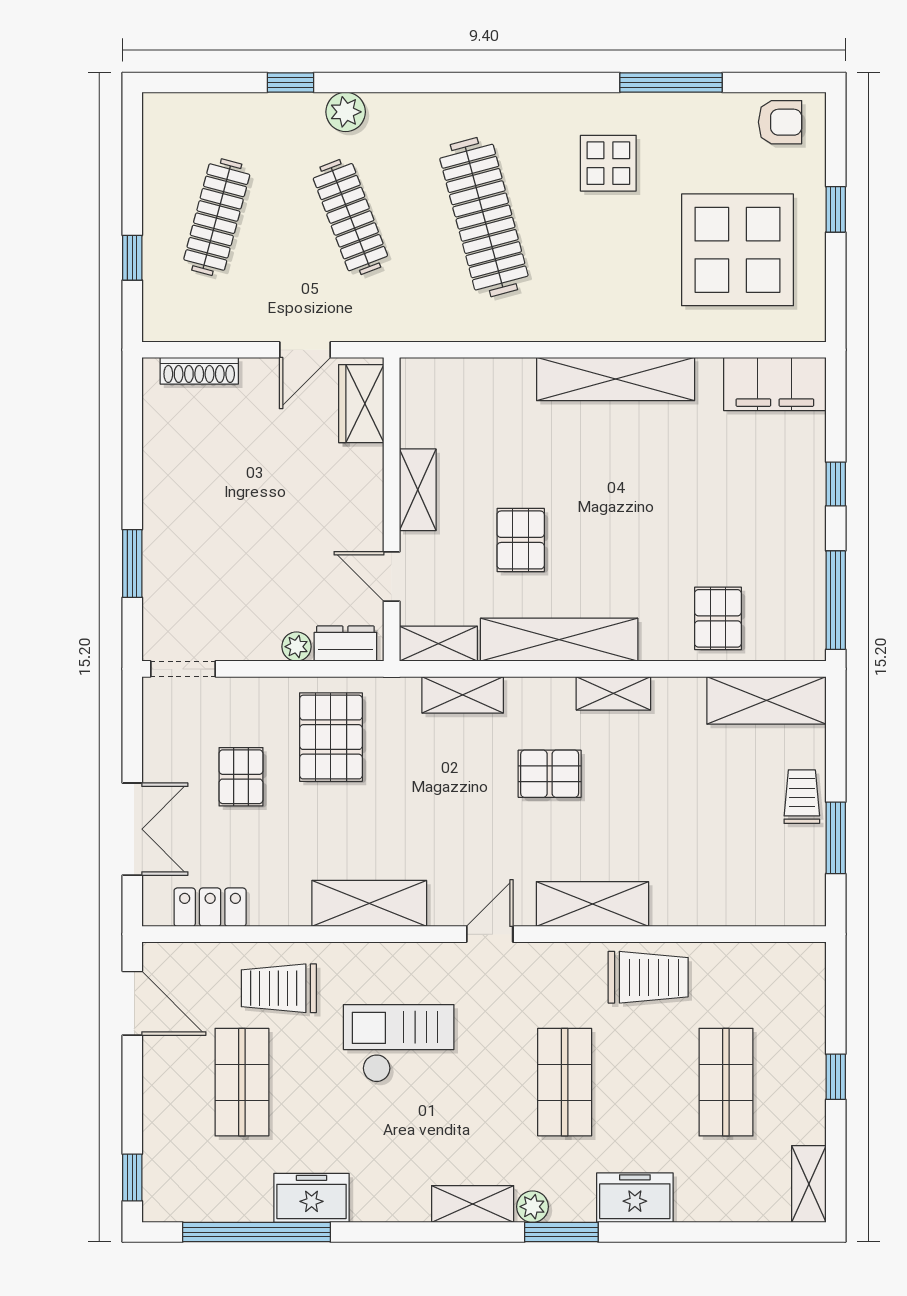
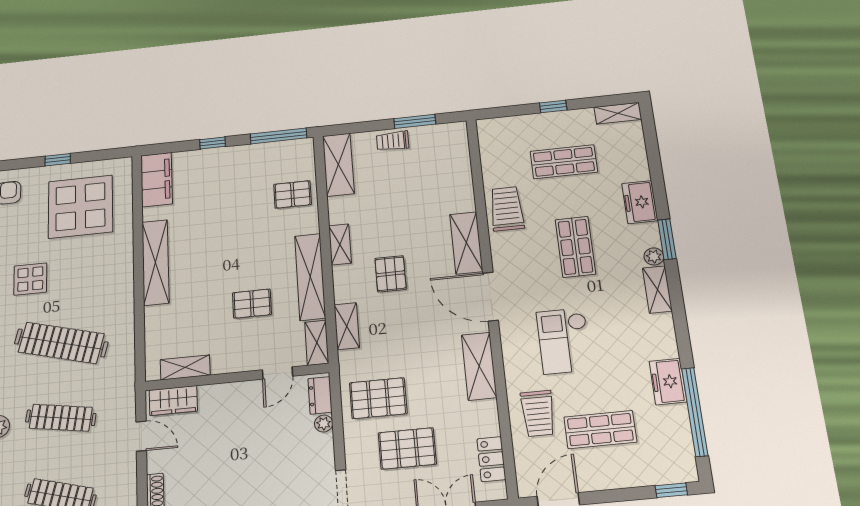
clothes rail: (350, 217) -> (61, 418), turned 30
clothes rail: (484, 217) -> (61, 343), turned 30
shelving: (418, 490) -> (185, 367), moved
pallet: (241, 777) -> (407, 448), width x1.50, depth x1.42
door: (490, 934) -> (491, 297), width x1.87
shop shelf: (565, 1082) -> (575, 247), turned 90

